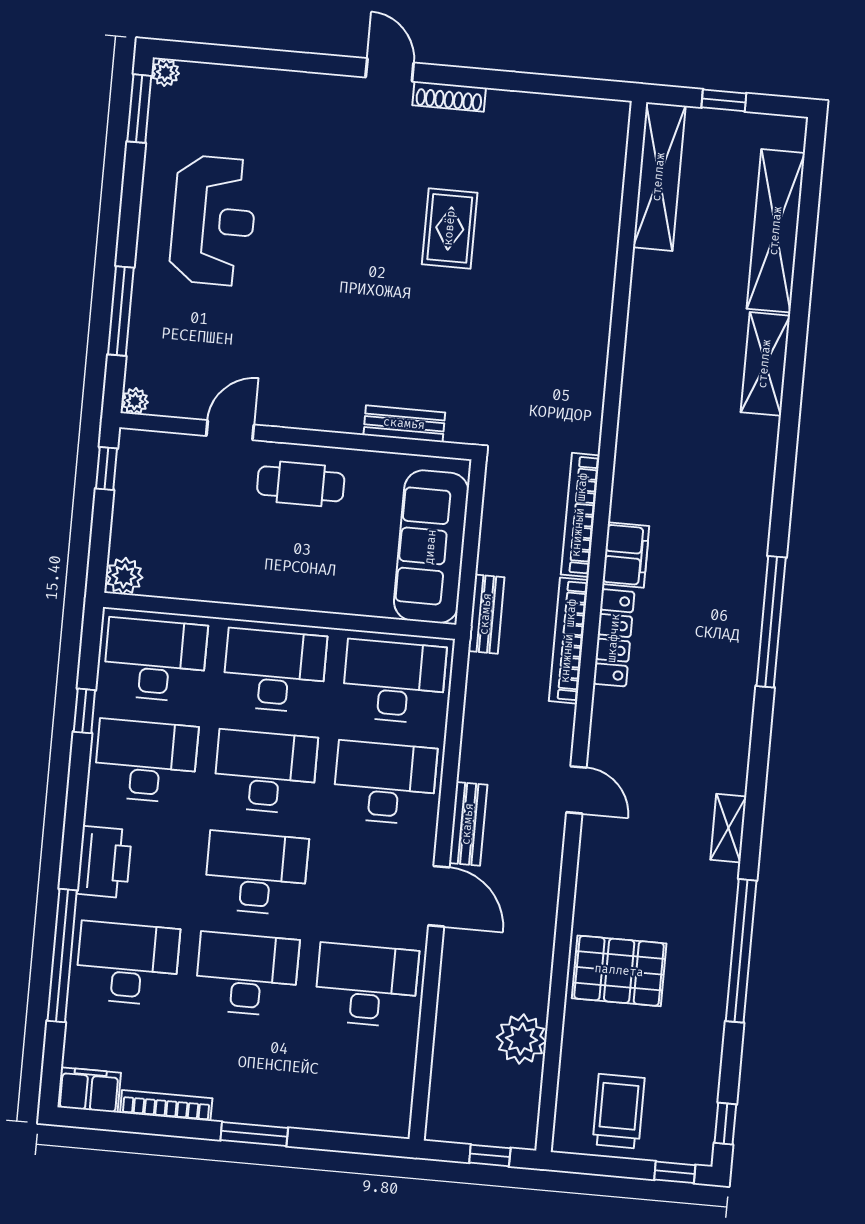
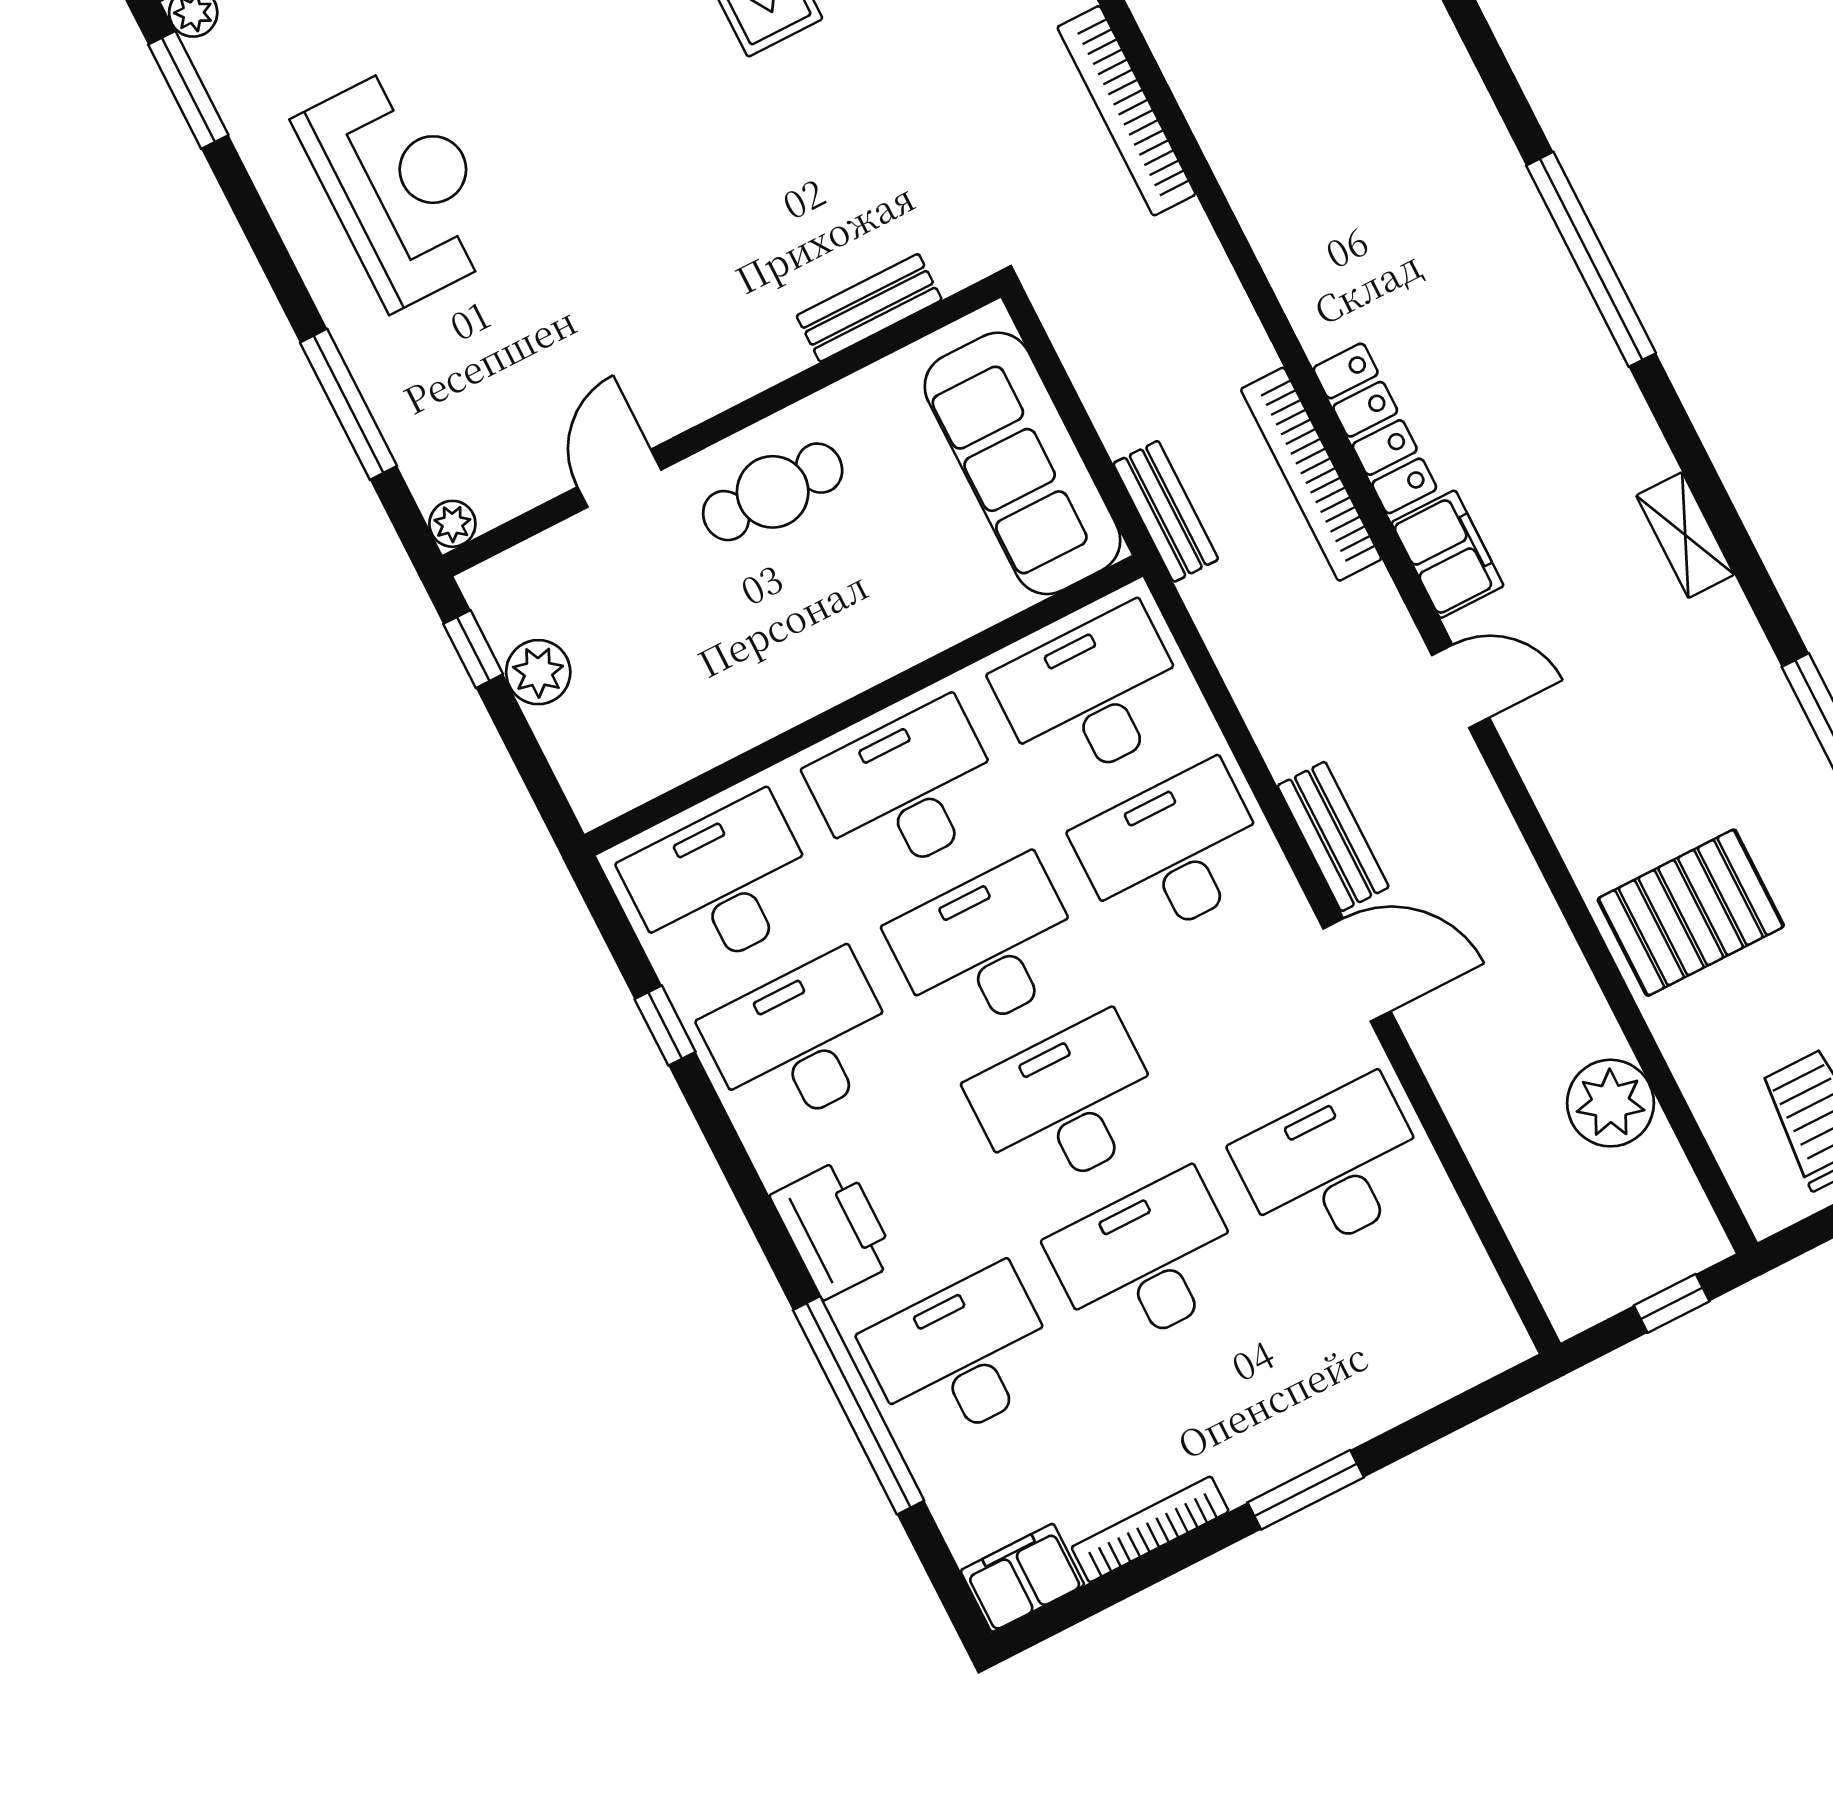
bookcase: (580, 515) -> (1126, 111), moved
filing cabinet: (626, 555) -> (1448, 554), moved
plant: (124, 576) -> (538, 672), moved
shelving: (728, 828) -> (1685, 535), moved

